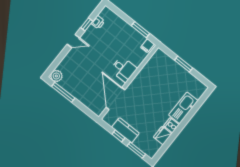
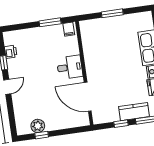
plant: (56, 76) -> (38, 126), moved
window: (63, 92) -> (42, 135), width x0.46
kitchen counter: (125, 130) -> (134, 112), moved

